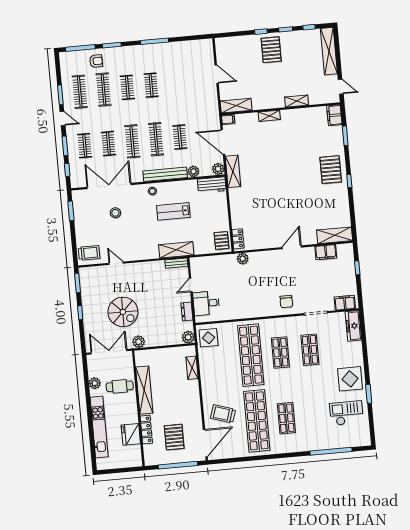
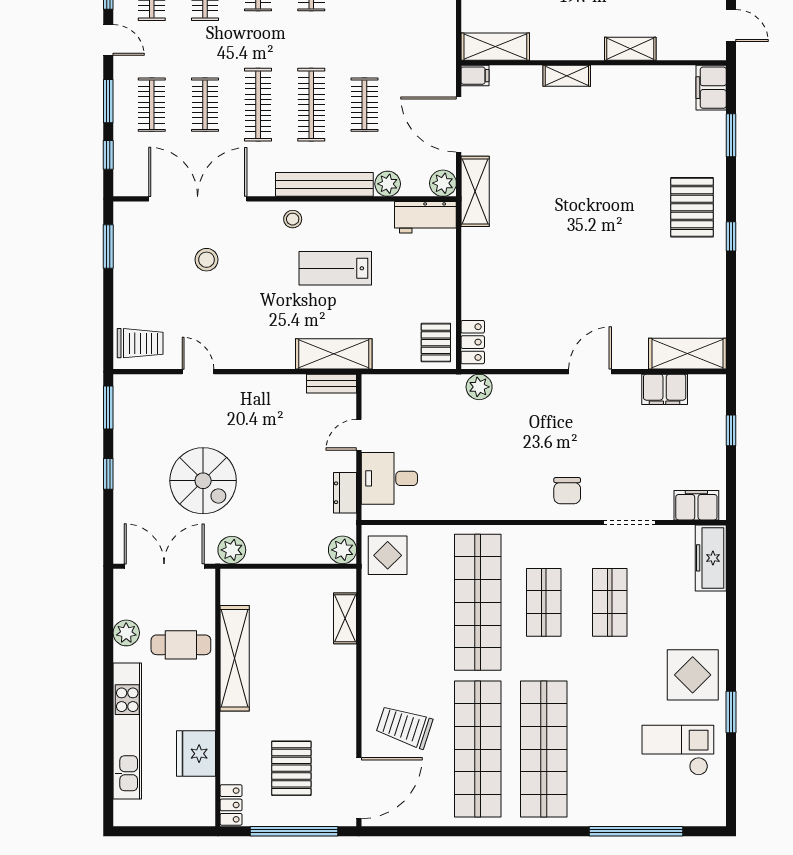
shop shelf: (286, 418) -> (544, 749), width x2.00, depth x1.36
locker: (146, 430) -> (231, 805), moved, width x0.66

